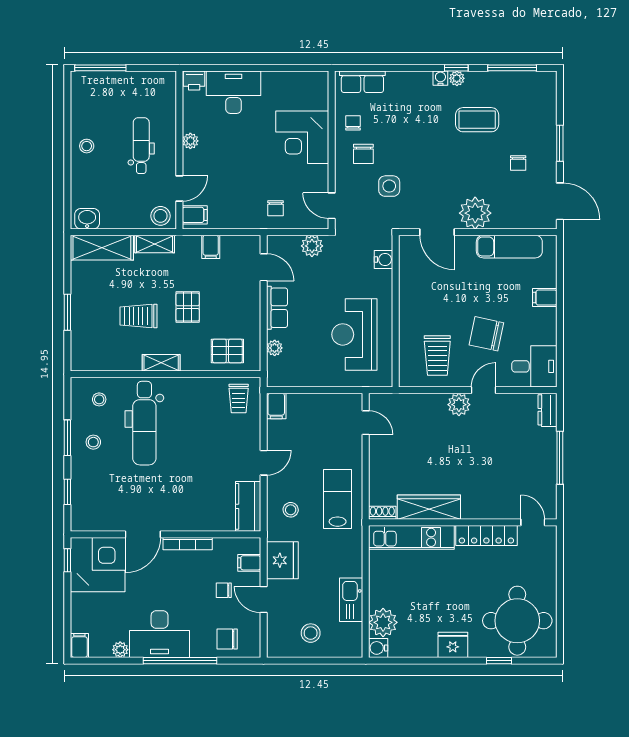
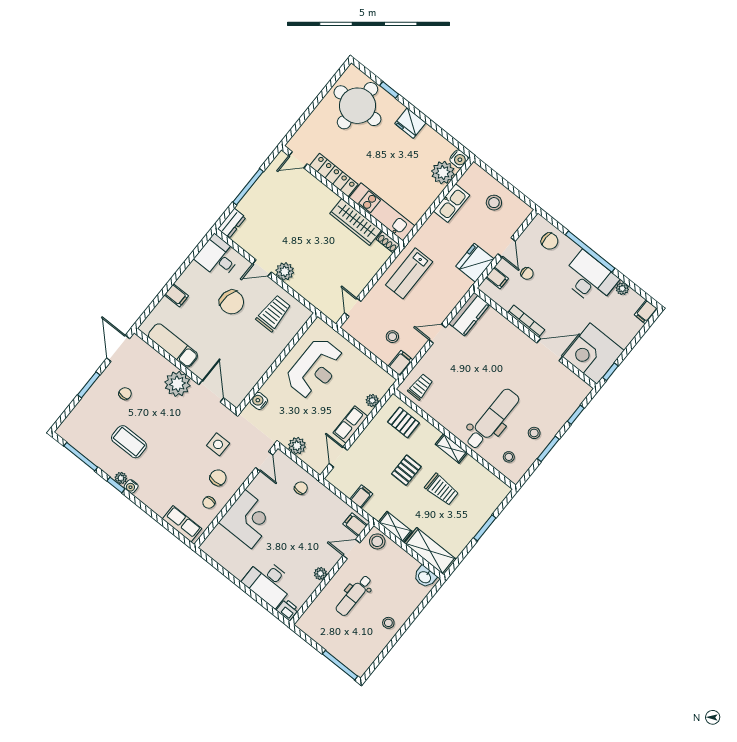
stool: (291, 510) -> (392, 337), moved
door: (533, 522) -> (298, 160), hinge flipped

